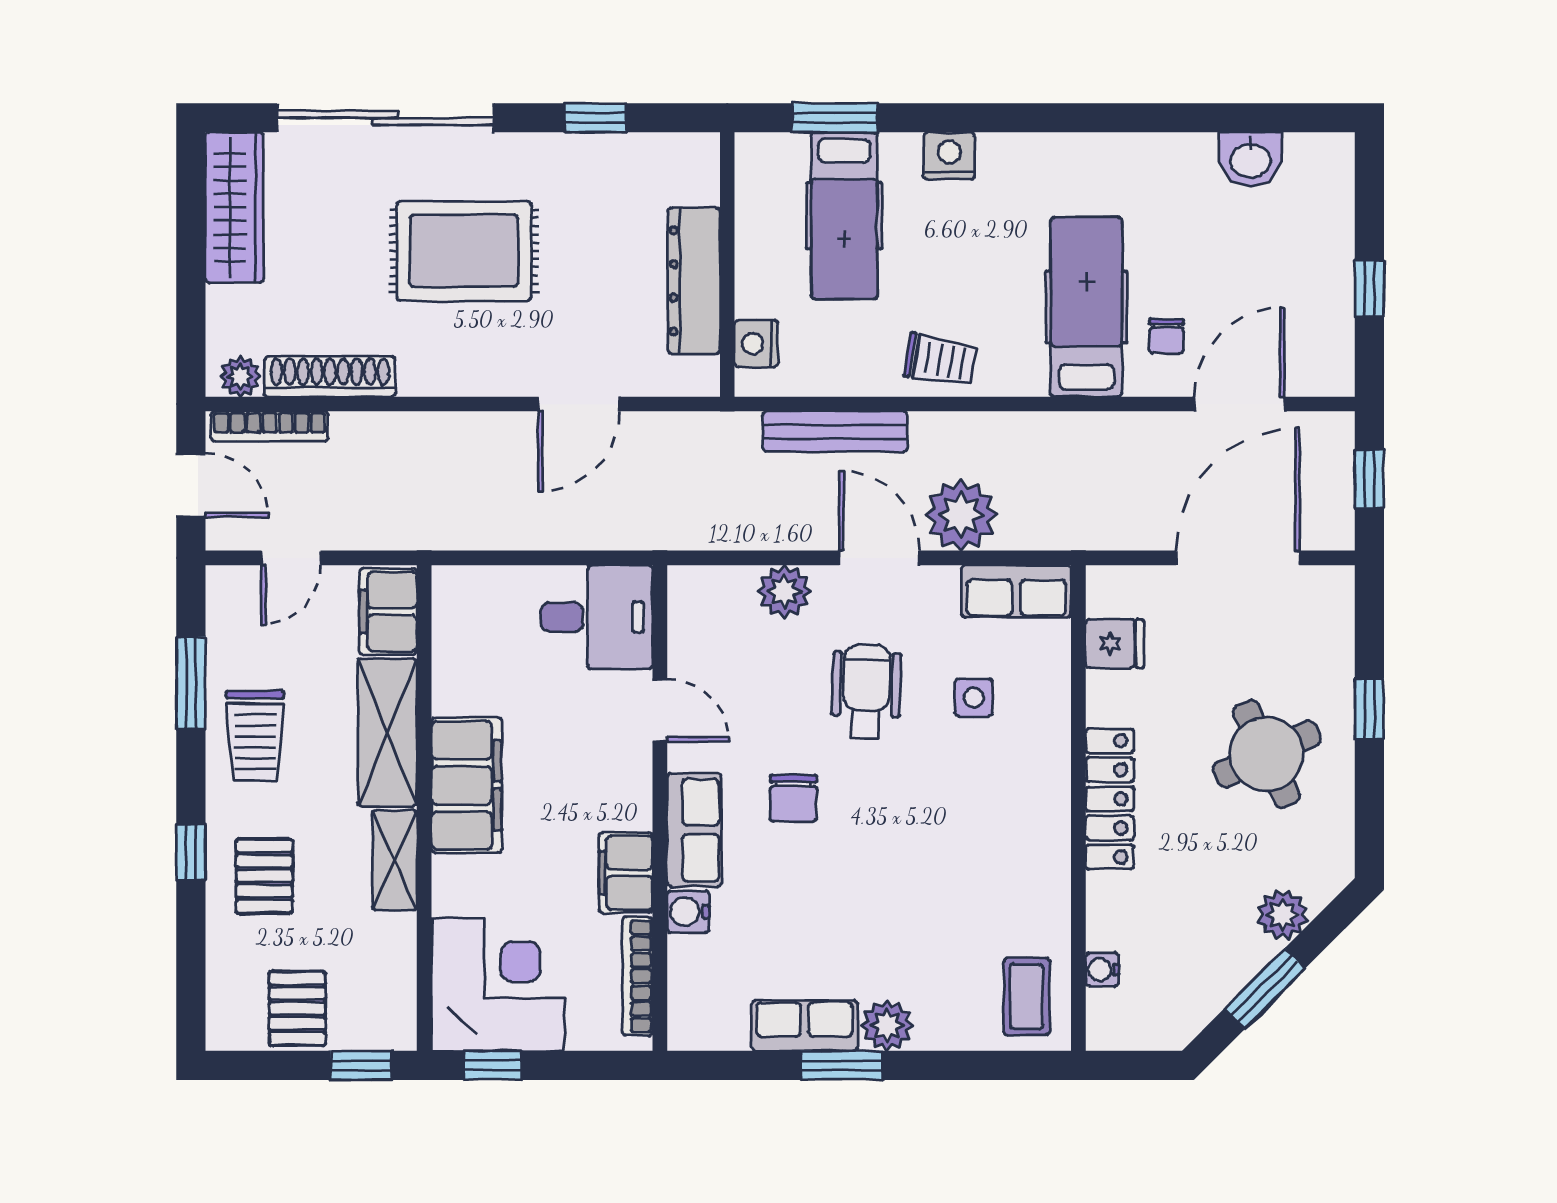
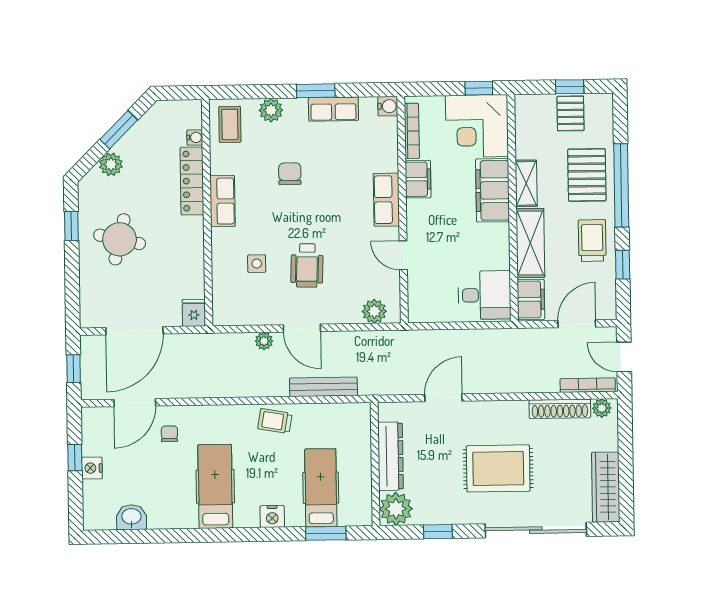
plant: (684, 168) -> (396, 509), added
hospital bed: (1086, 307) -> (215, 486), moved, turned 180
nightstand: (756, 344) -> (92, 468), moved, turned 180
plant: (961, 515) -> (264, 341), width x0.53, depth x0.53
door: (291, 558) -> (577, 324), width x1.38
plant: (784, 591) -> (374, 311), moved
row of seats: (1016, 591) -> (223, 201), moved, turned 90
desk: (597, 617) -> (485, 295), moved, turned 180
fridge: (1115, 644) -> (194, 313), moved, turned 90
window: (191, 683) -> (623, 265), width x0.67
window: (1369, 709) -> (71, 226), moved
round table: (1267, 754) -> (120, 239), turned 38
filing cabinet: (467, 785) -> (493, 190), moved
chair: (793, 798) -> (290, 174), moved
locker: (1110, 799) -> (192, 181), moved
window: (191, 852) -> (621, 185), width x3.17
pallet: (264, 876) -> (587, 175), width x1.50, depth x1.42
water cooler: (688, 912) -> (388, 106), moved
plant: (887, 1025) -> (271, 110), moved
window: (361, 1065) -> (570, 87), moved

